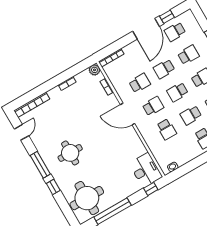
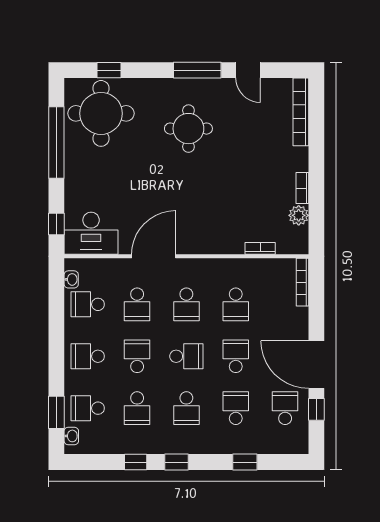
school desk: (188, 55) -> (236, 408), turned 180
plant: (94, 70) -> (299, 215), moved
school desk: (177, 92) -> (186, 356), turned 90
door: (128, 114) -> (154, 256), moved
school desk: (166, 129) -> (137, 304), turned -90
door: (22, 132) -> (248, 70), moved
school desk: (180, 152) -> (88, 304), added
window: (53, 187) -> (109, 70), moved

